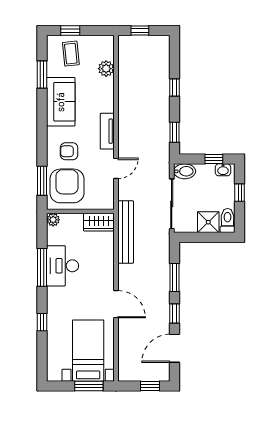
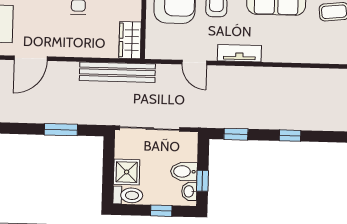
plant: (106, 69) -> (315, 54), removed
bidet: (185, 171) -> (184, 171), moved, turned 90
window: (175, 313) -> (18, 128), removed

